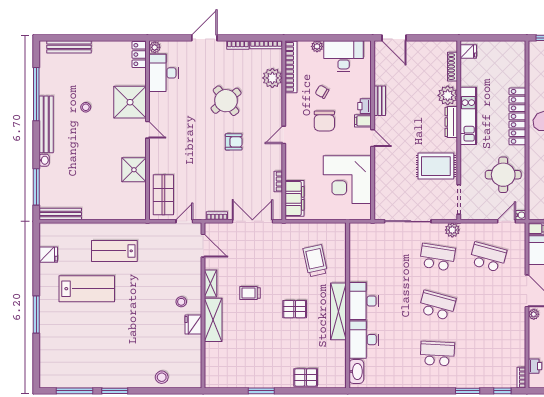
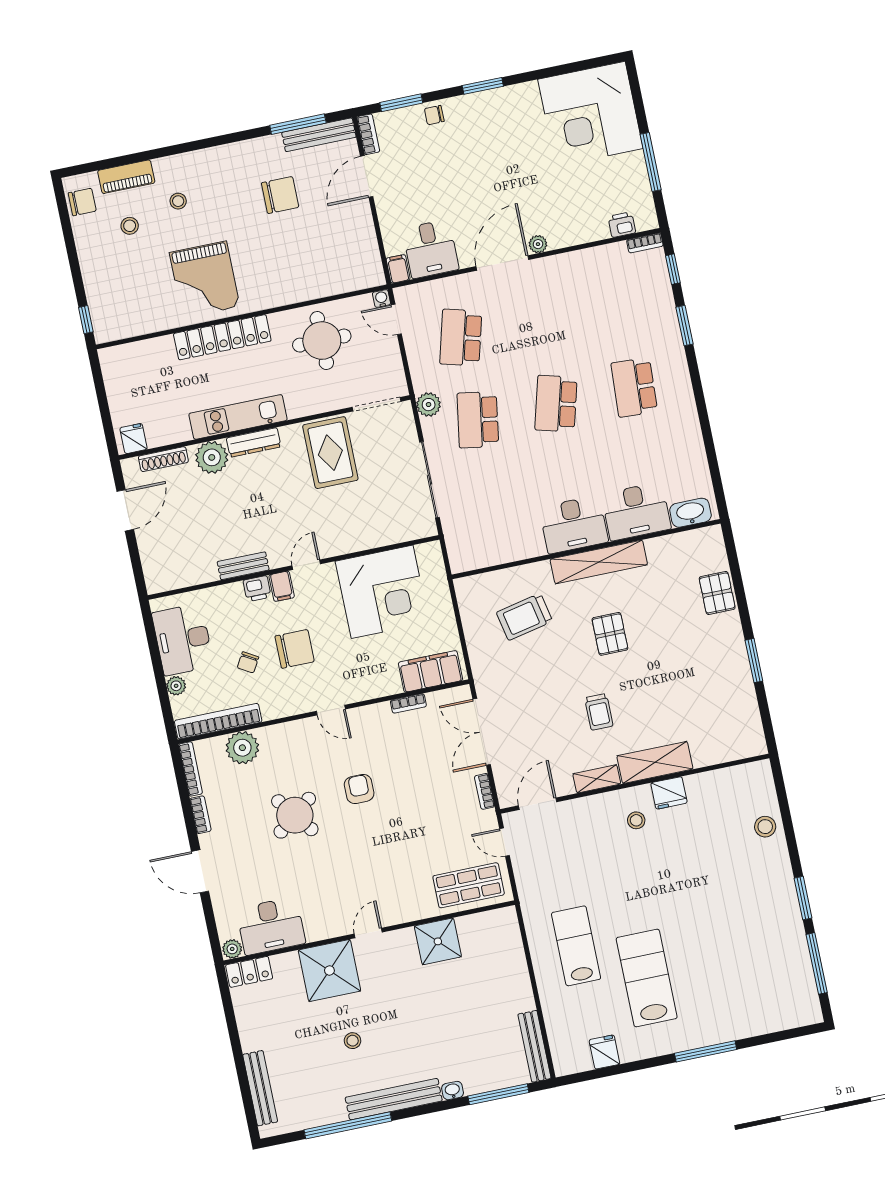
door: (394, 38) -> (125, 510), moved
lab bench: (114, 251) -> (576, 946), turned 180

